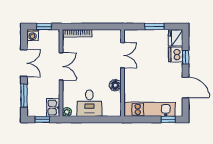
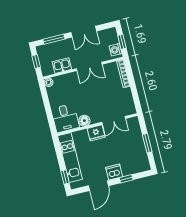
washing machine: (33, 35) -> (116, 50), moved
fridge: (176, 38) -> (96, 133), moved, turned 180
dishwasher: (176, 54) -> (114, 172), moved
desk: (89, 103) -> (65, 118), moved, turned -90
kitchen sink: (53, 108) -> (62, 66), moved

